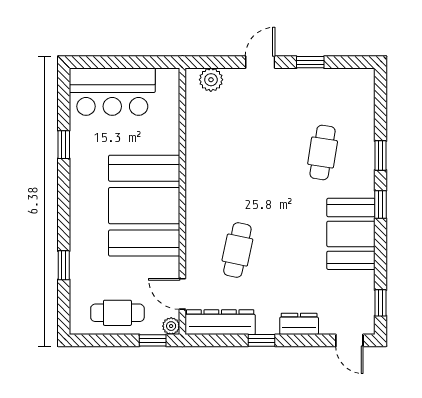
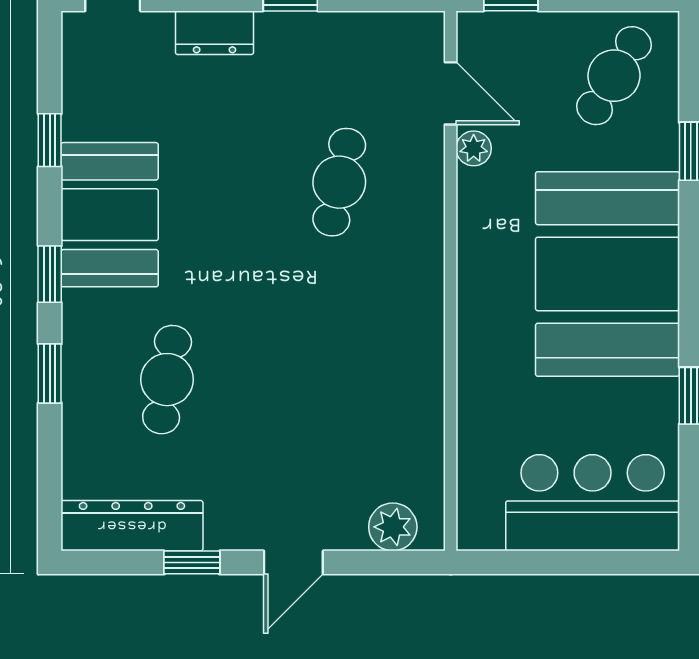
booth: (144, 206) -> (608, 274), moved
window: (381, 303) -> (50, 140), moved
cafe table: (117, 313) -> (614, 76), moved, turned -59
dresser: (220, 322) -> (132, 526), moved, turned 180
plant: (171, 326) -> (474, 148), moved

